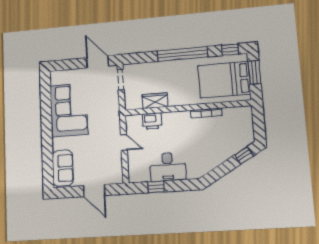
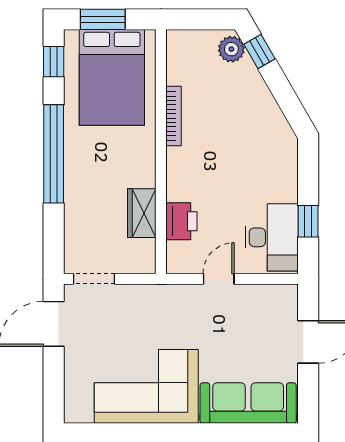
plant: (244, 140) -> (231, 49), added
desk: (168, 167) -> (272, 237), moved
sofa: (63, 168) -> (248, 403), width x1.36

